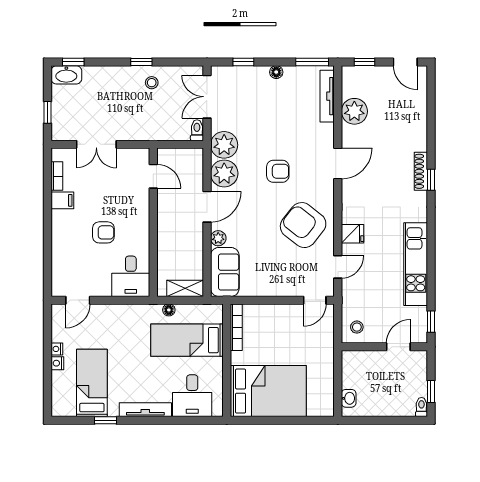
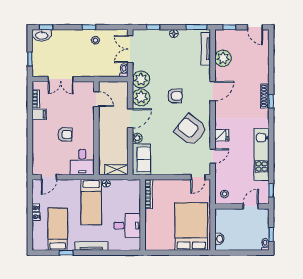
bed: (187, 340) -> (91, 202), moved, turned -90
bed: (268, 391) -> (191, 227), moved, turned -90
desk: (192, 396) -> (127, 226), moved, turned -90

